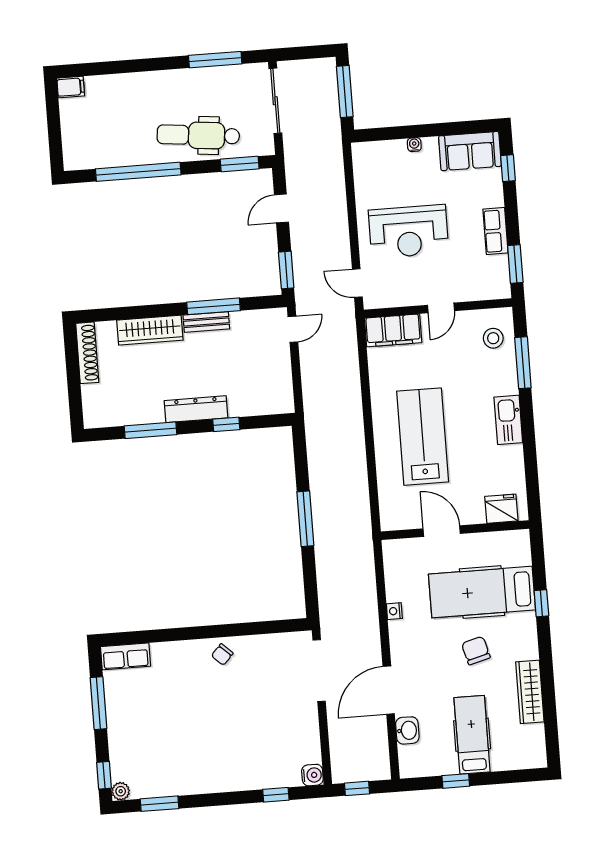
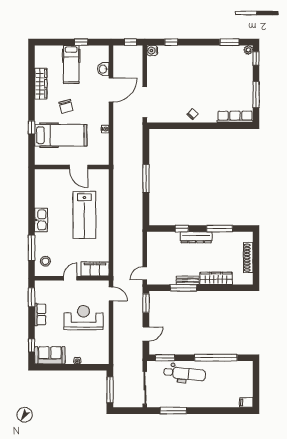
shoe rack: (87, 353) -> (248, 258), moved
fridge: (501, 509) -> (48, 176), removed
row of seats: (126, 656) -> (235, 117), width x1.48

